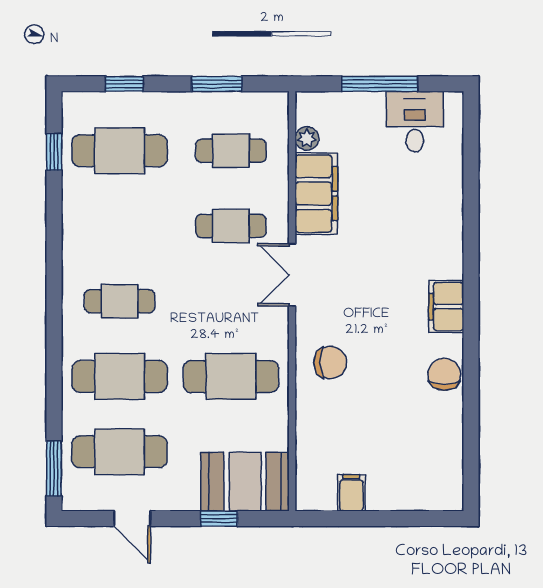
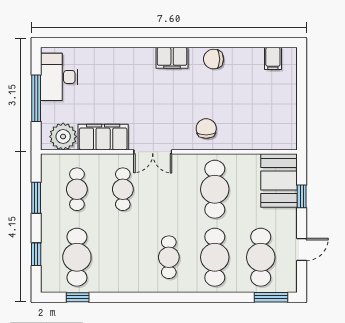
desk: (415, 122) -> (59, 77), width x1.37
plant: (307, 138) -> (63, 137), width x1.88, depth x1.88
filing cabinet: (351, 493) -> (273, 58), moved, turned -90

